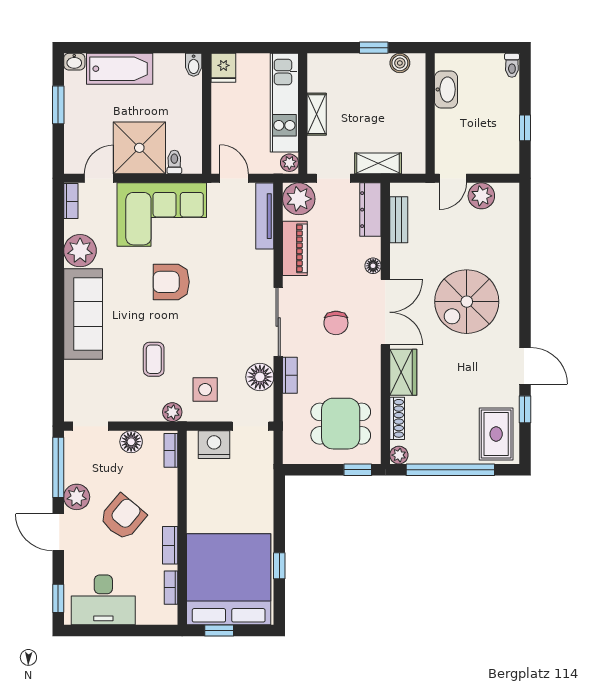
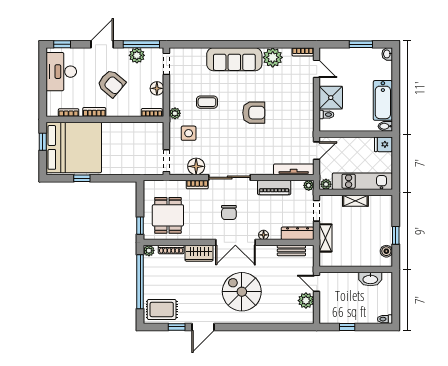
bathtub: (120, 69) -> (383, 100), moved
shower: (139, 148) -> (331, 98), width x0.73, depth x0.73
plant: (299, 199) -> (309, 185), width x0.53, depth x0.53
corner sofa: (162, 215) -> (295, 107), removed
armchair: (171, 282) -> (254, 113), turned 90
chair: (336, 323) -> (229, 212), turned -90
nightstand: (214, 445) -> (155, 139), removed
plant: (77, 497) -> (137, 55), moved

